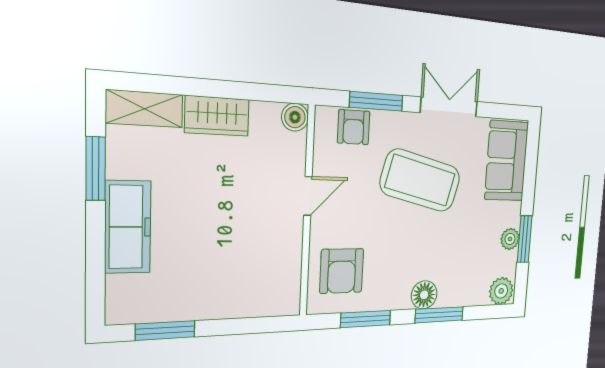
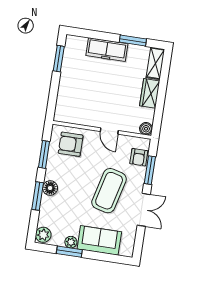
armchair: (354, 127) -> (139, 157), turned -90
sofa: (507, 161) -> (99, 240), moved

